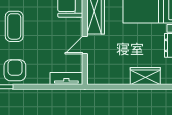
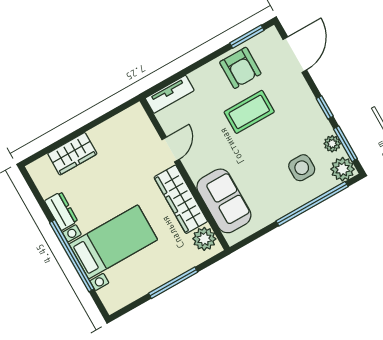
coffee table: (14, 26) -> (249, 112), moved, turned 90

